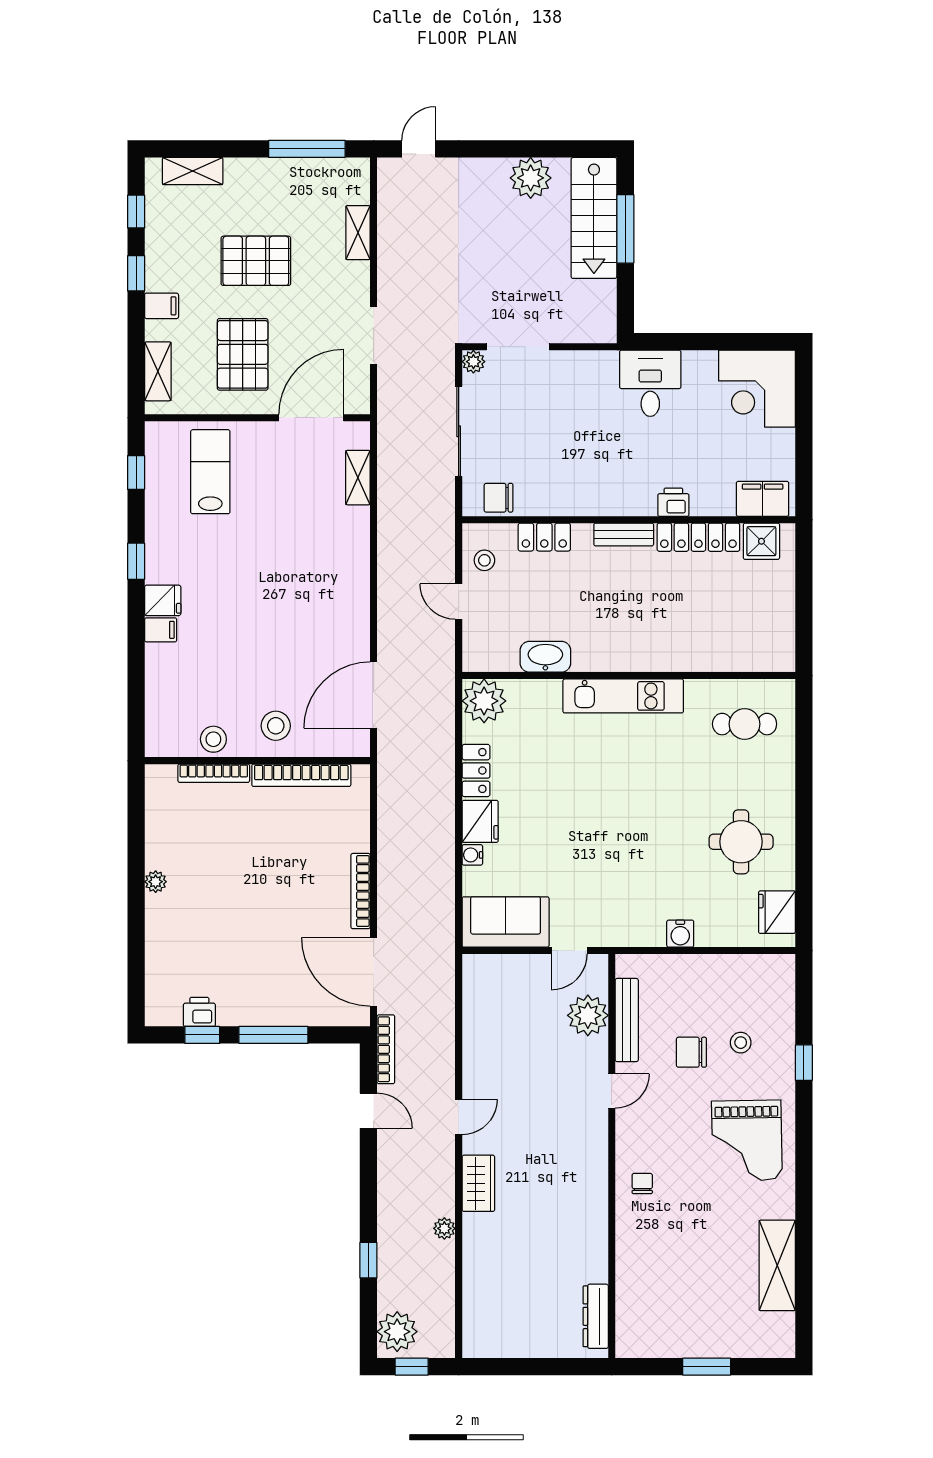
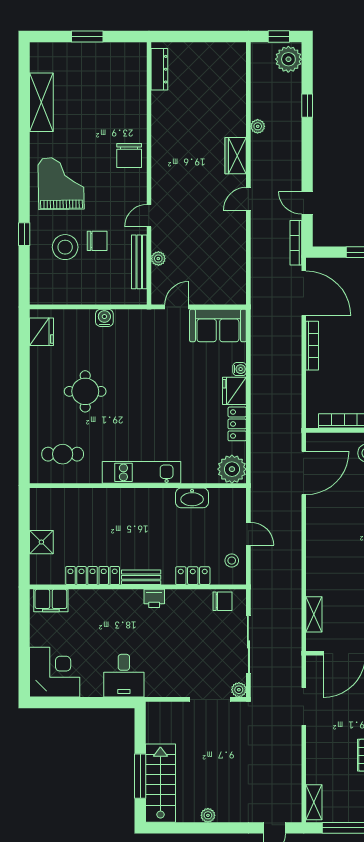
plant: (531, 178) -> (208, 815), width x0.53, depth x0.53
shelving: (358, 233) -> (314, 802), moved
printer: (673, 502) -> (154, 598), moved
shower: (761, 541) -> (41, 542), moved
round table: (741, 842) -> (85, 391), moved
plant: (588, 1015) -> (158, 259), width x0.53, depth x0.53
stool: (741, 1043) -> (65, 247), width x1.89, depth x1.89
chair: (642, 1183) -> (129, 155), width x1.87, depth x1.87

